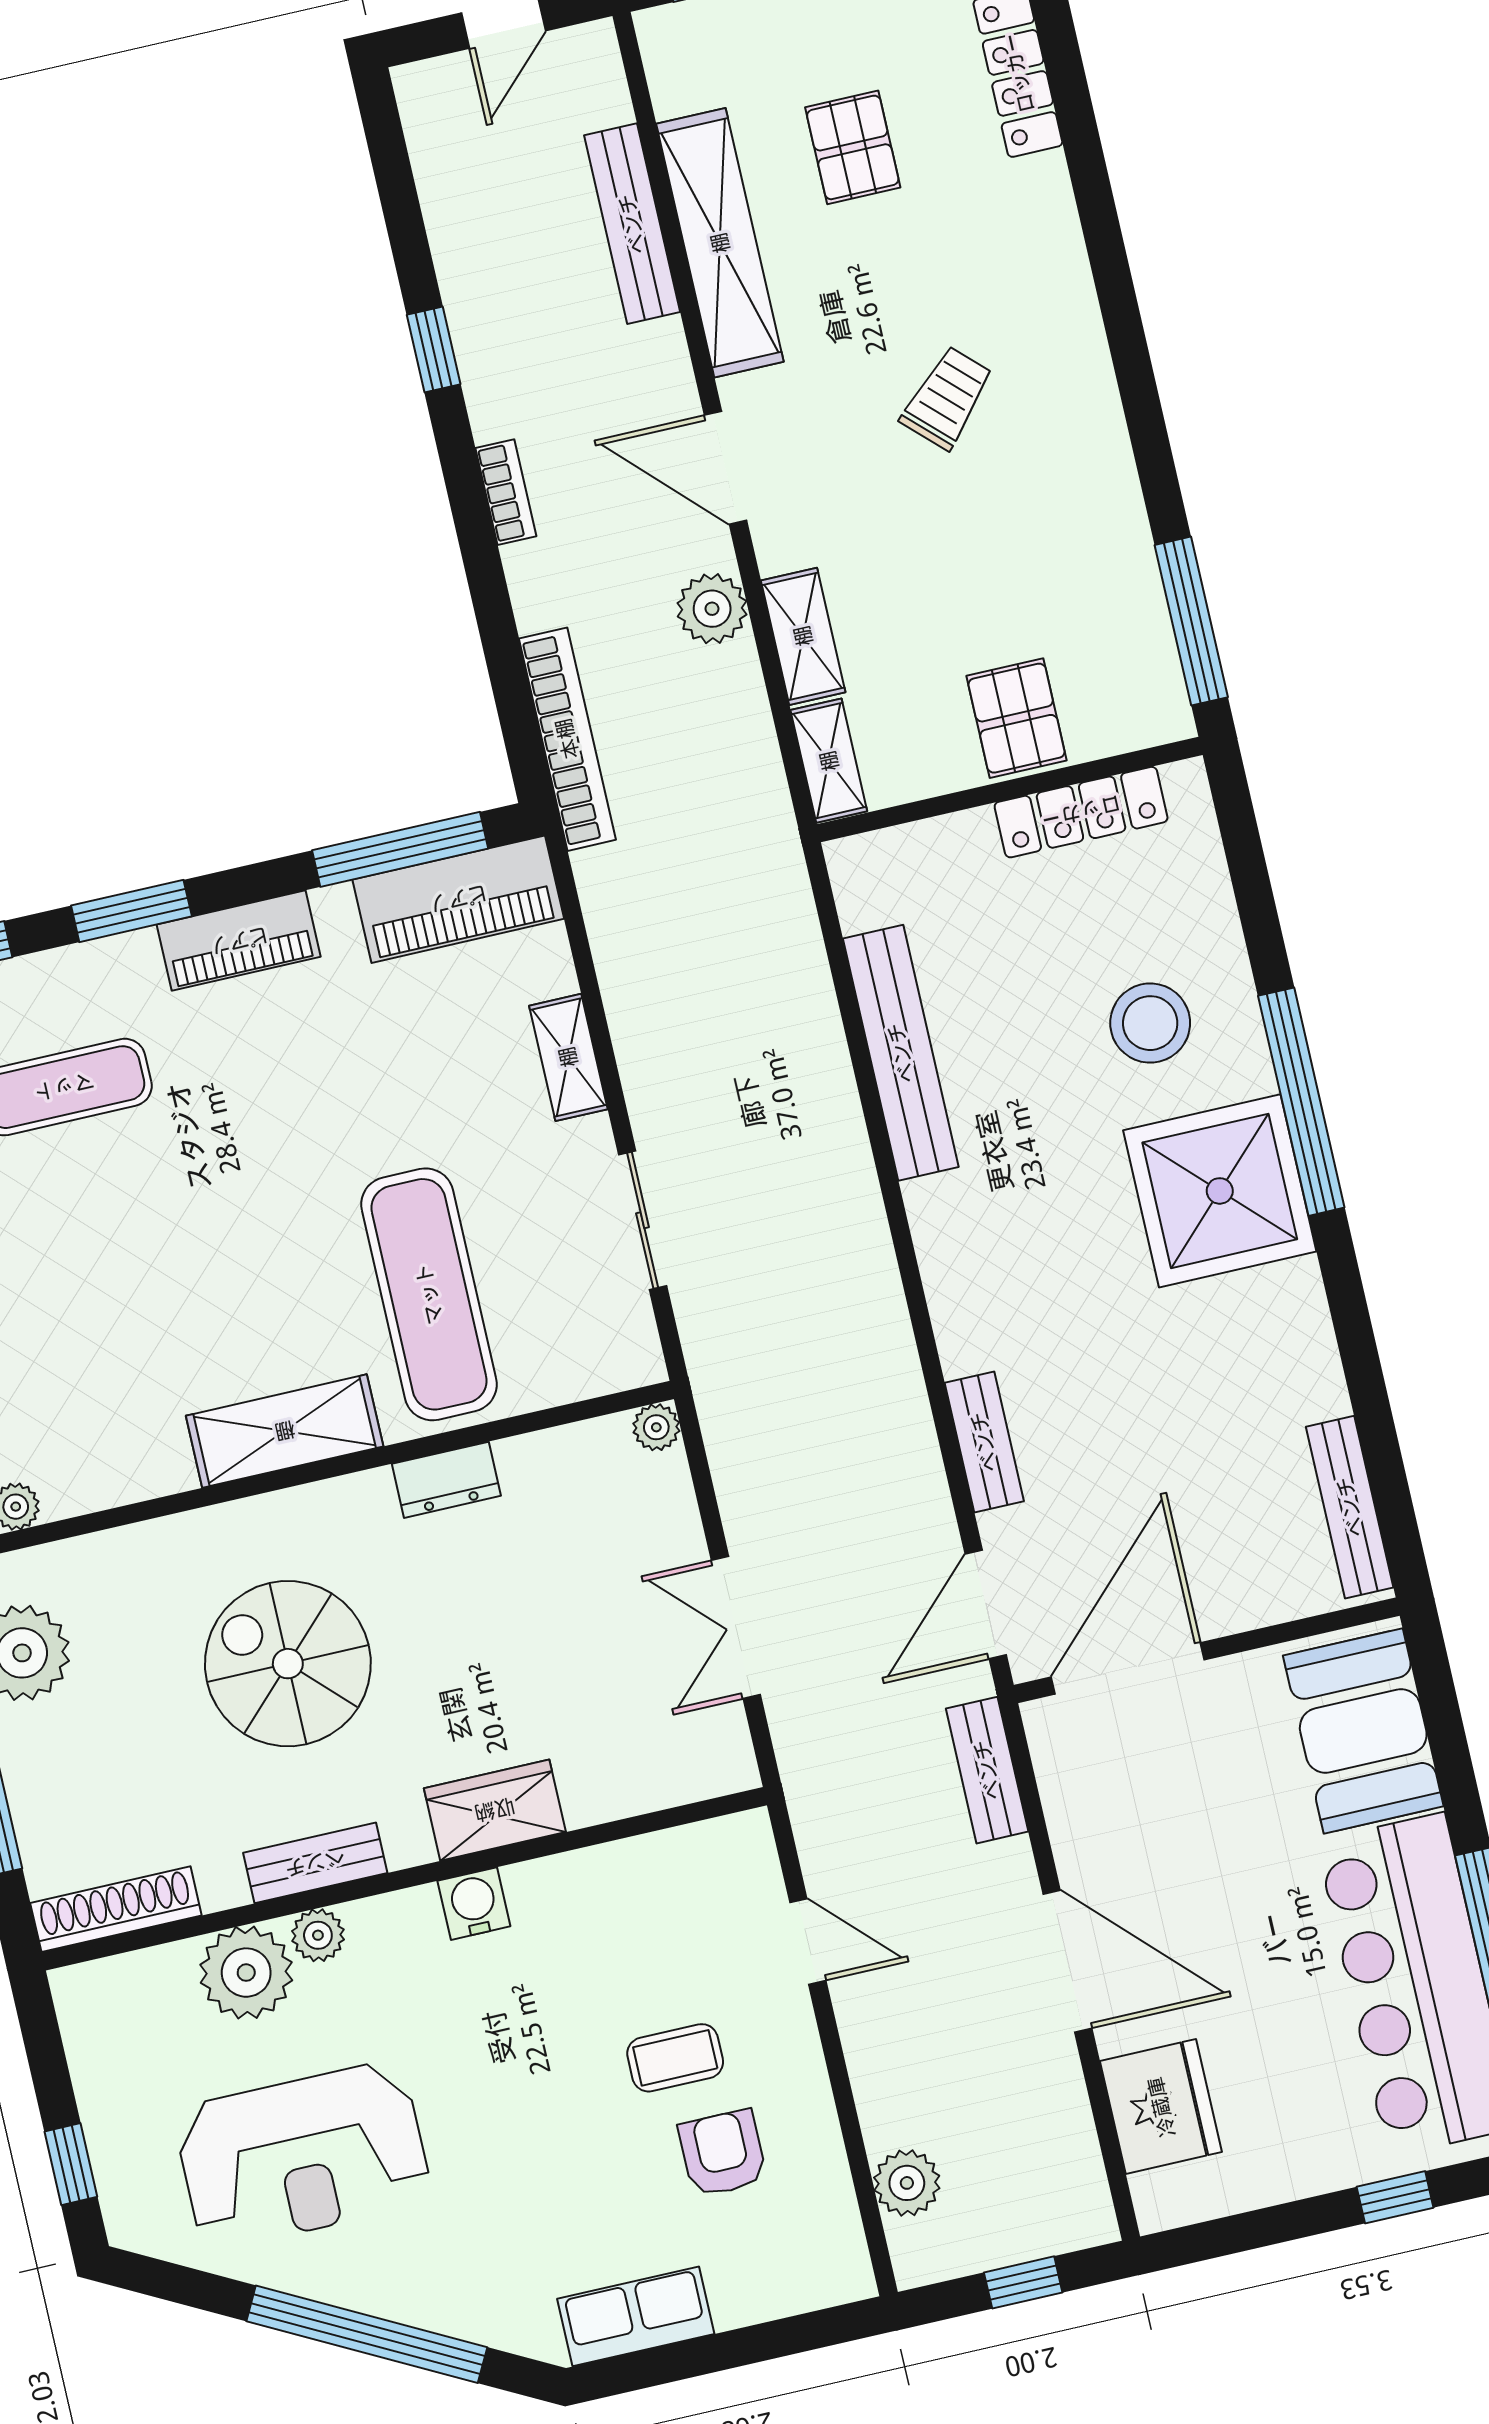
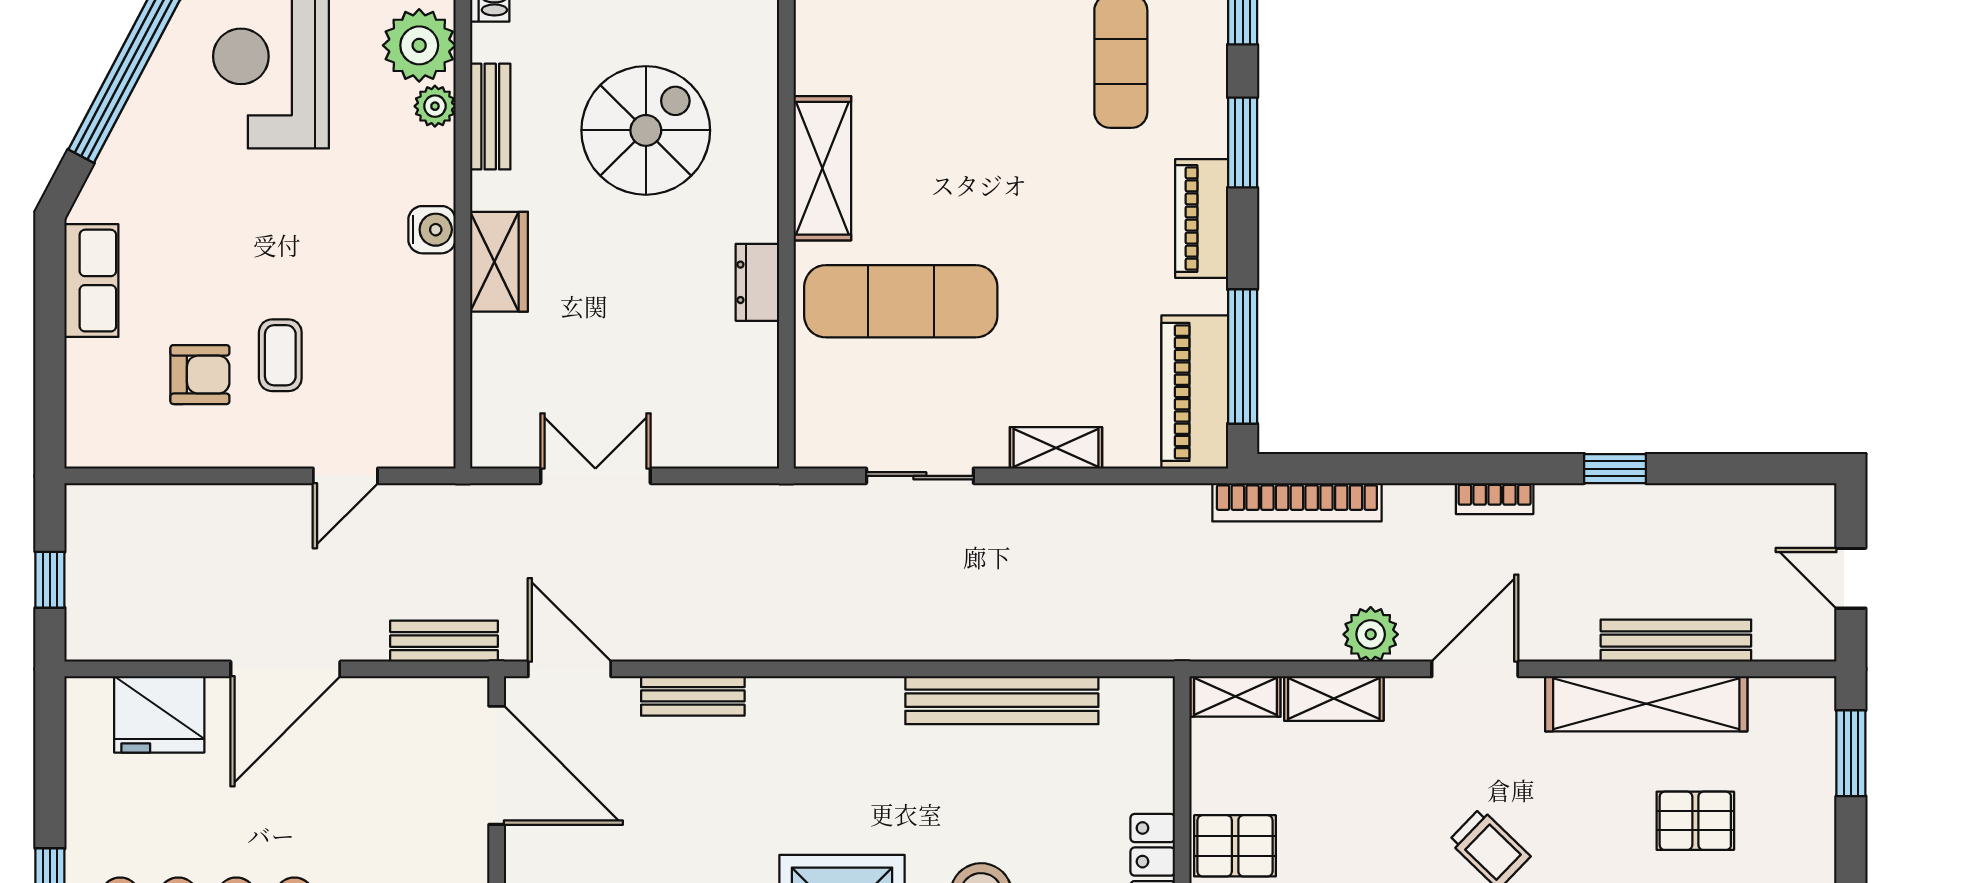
plant: (656, 1427) -> (761, 450), removed
plant: (907, 2183) -> (145, 509), removed

